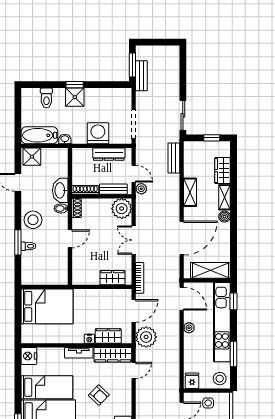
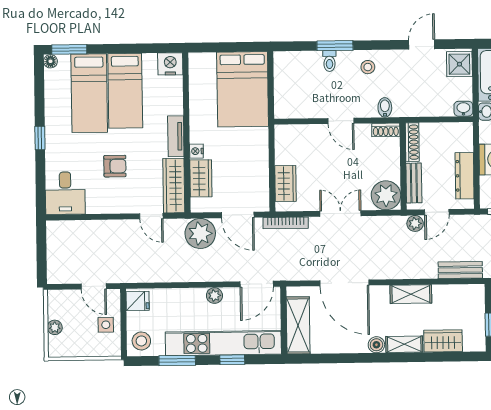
washbasin: (60, 190) -> (463, 109), moved, width x0.52, depth x0.69
stool: (33, 220) -> (368, 67), width x0.53, depth x0.53
window: (233, 301) -> (232, 360), moved
armchair: (99, 395) -> (115, 166), turned -134

